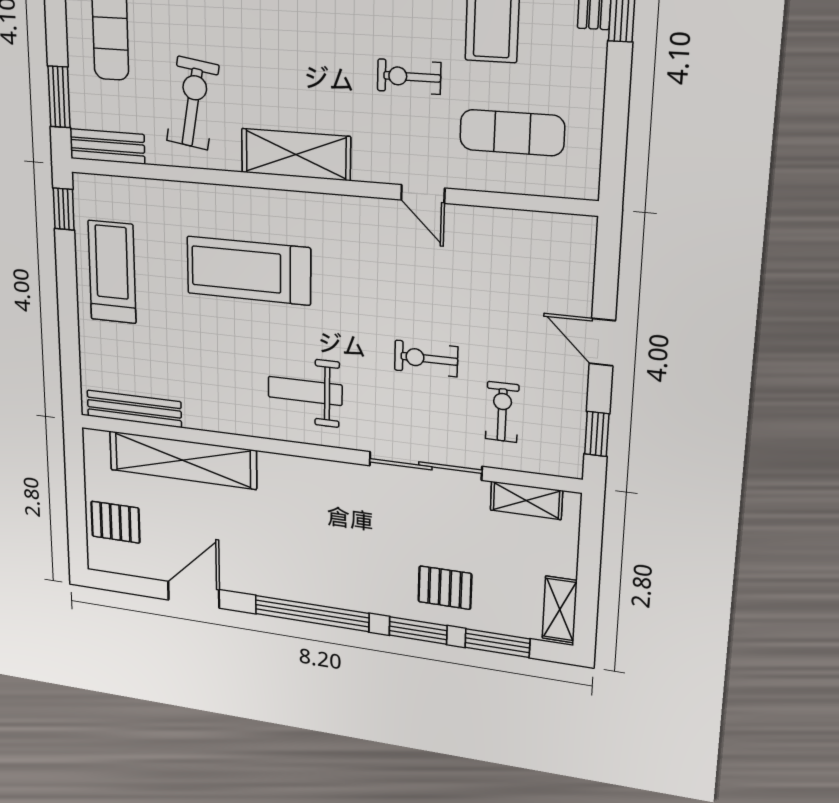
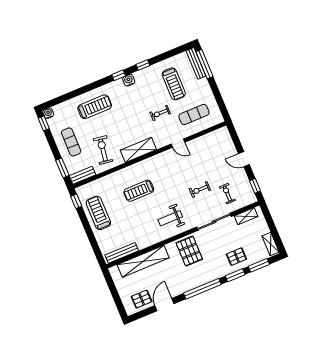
treadmill: (248, 271) -> (139, 191), width x0.73, depth x0.73
pallet: (320, 503) -> (189, 251), added
pallet: (115, 522) -> (142, 299), moved

